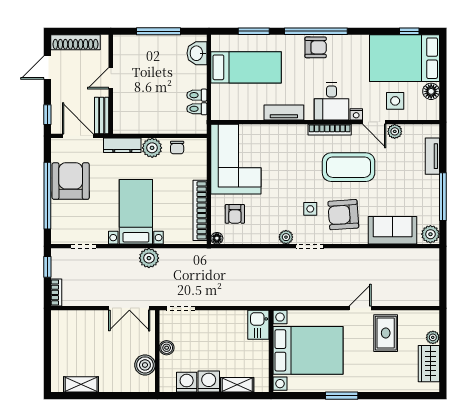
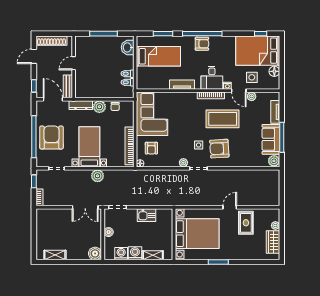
armchair: (71, 181) -> (51, 137), moved
sofa: (393, 230) -> (271, 139), moved, turned -90
kitchen sink: (258, 325) -> (147, 215), moved, turned -90
boiler: (145, 365) -> (95, 253), moved

